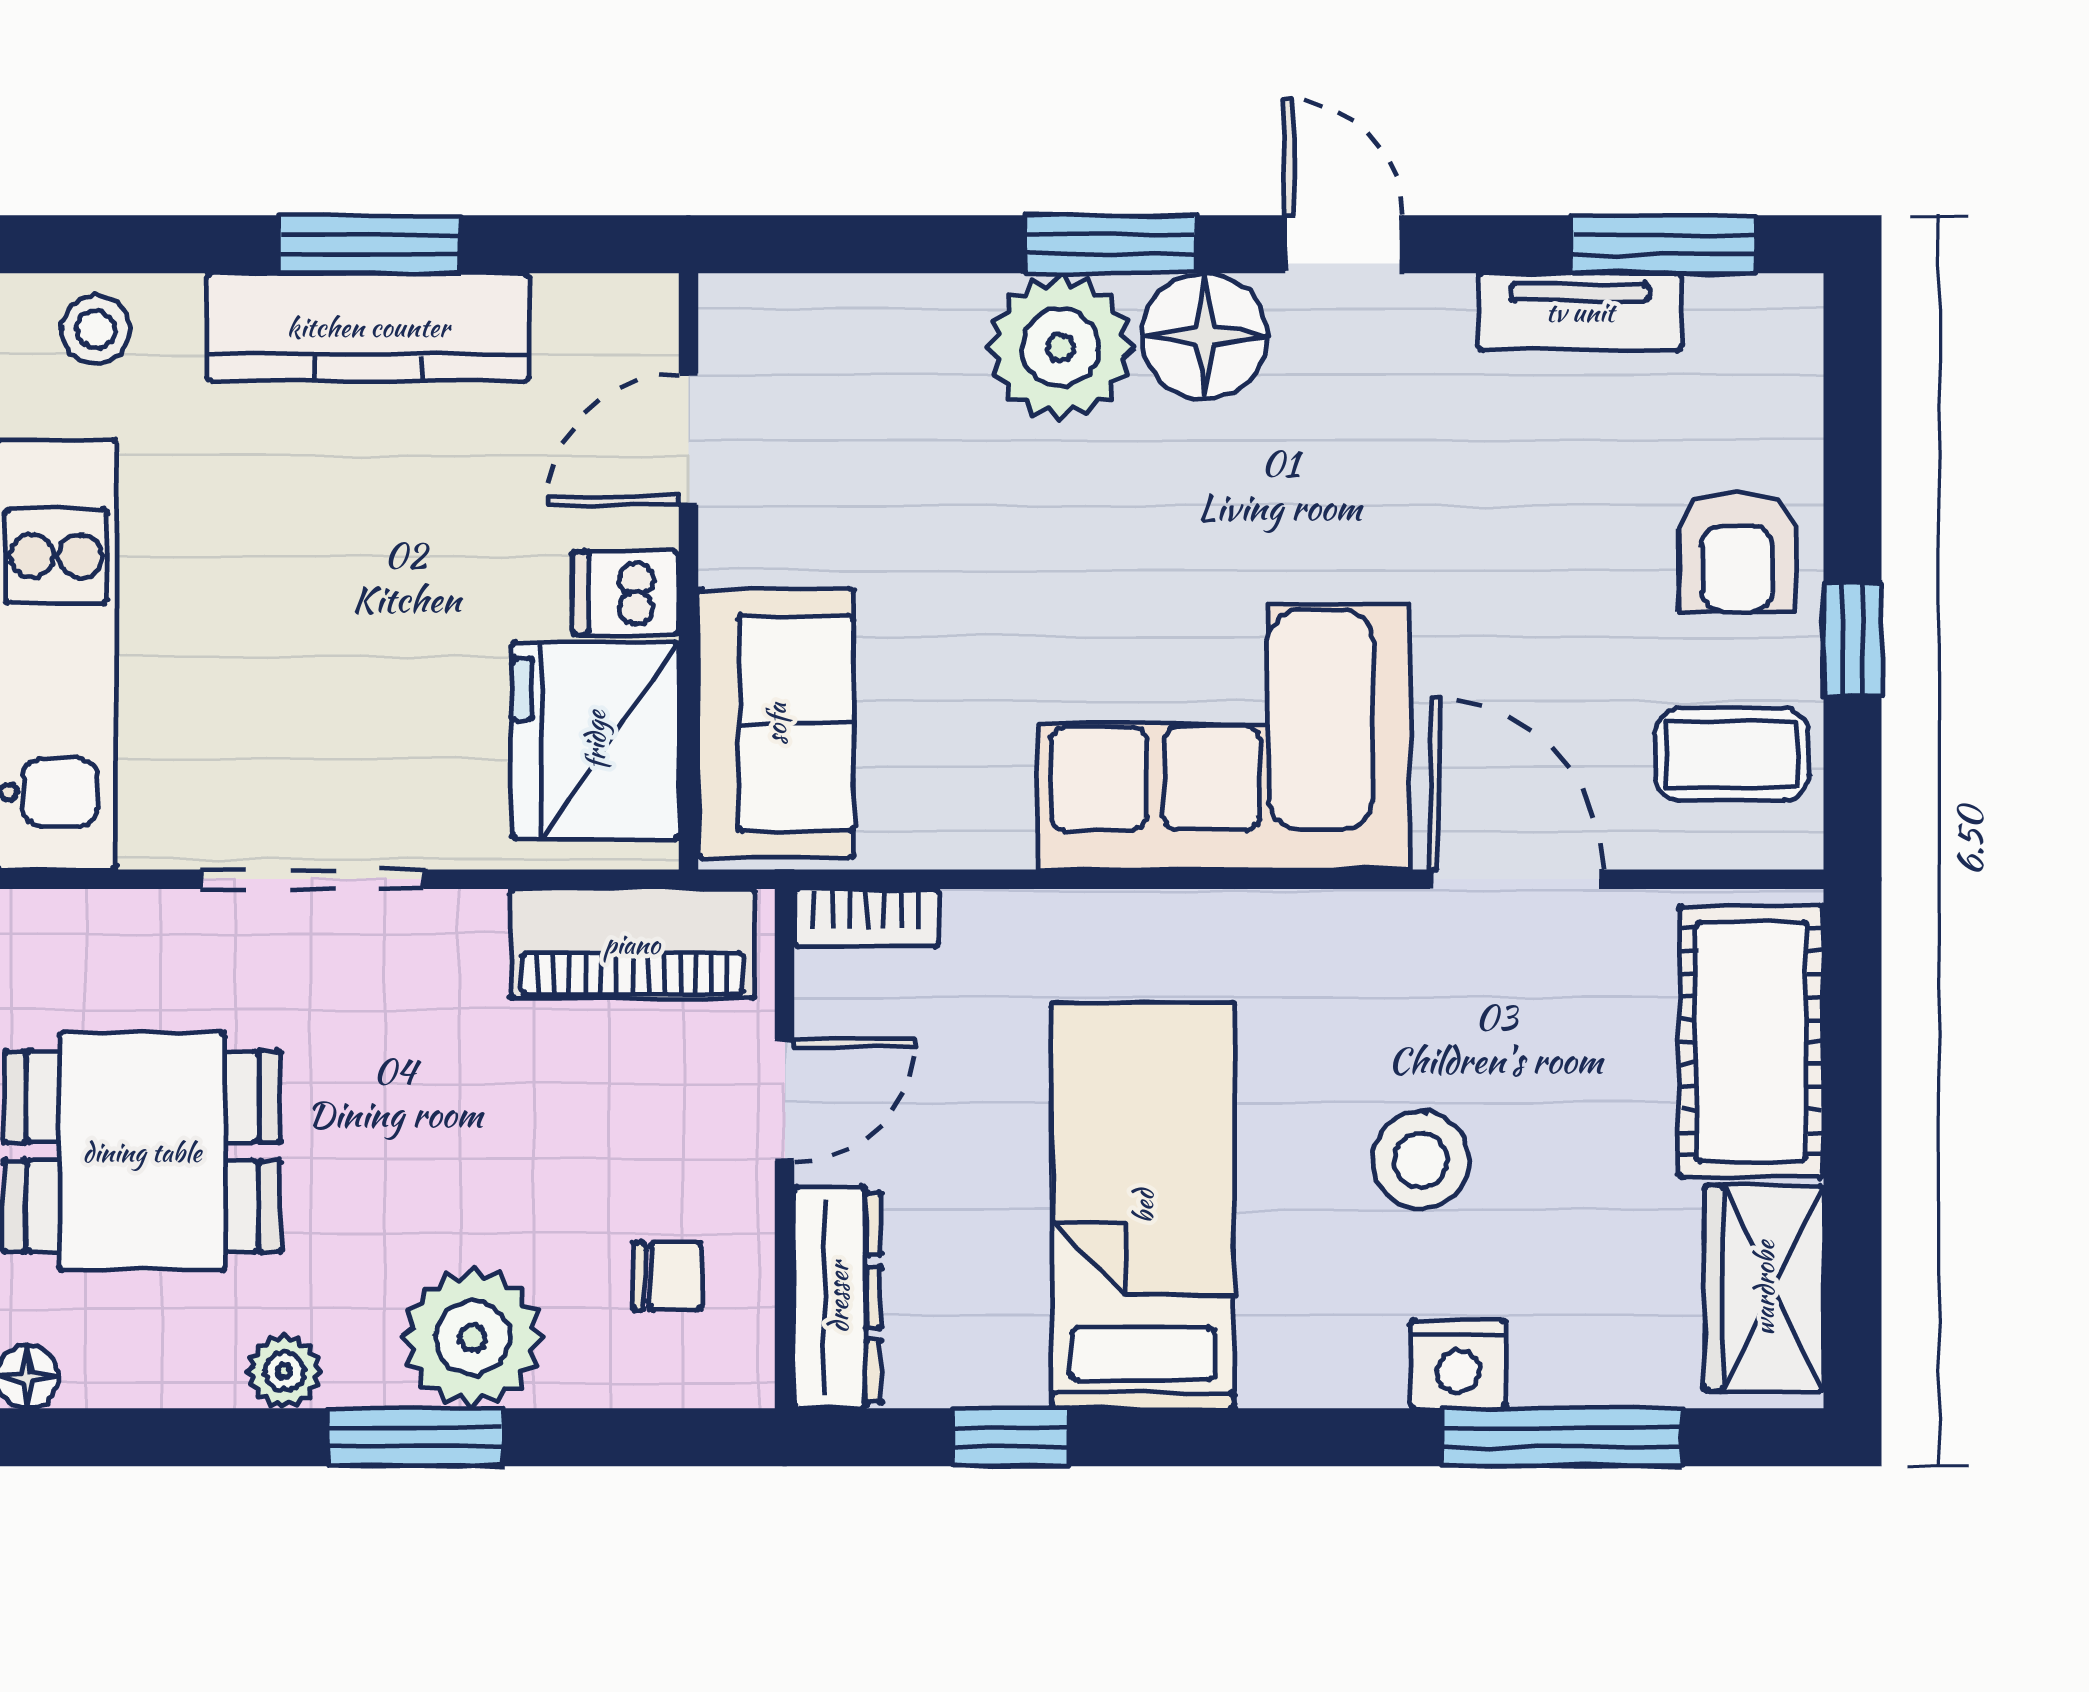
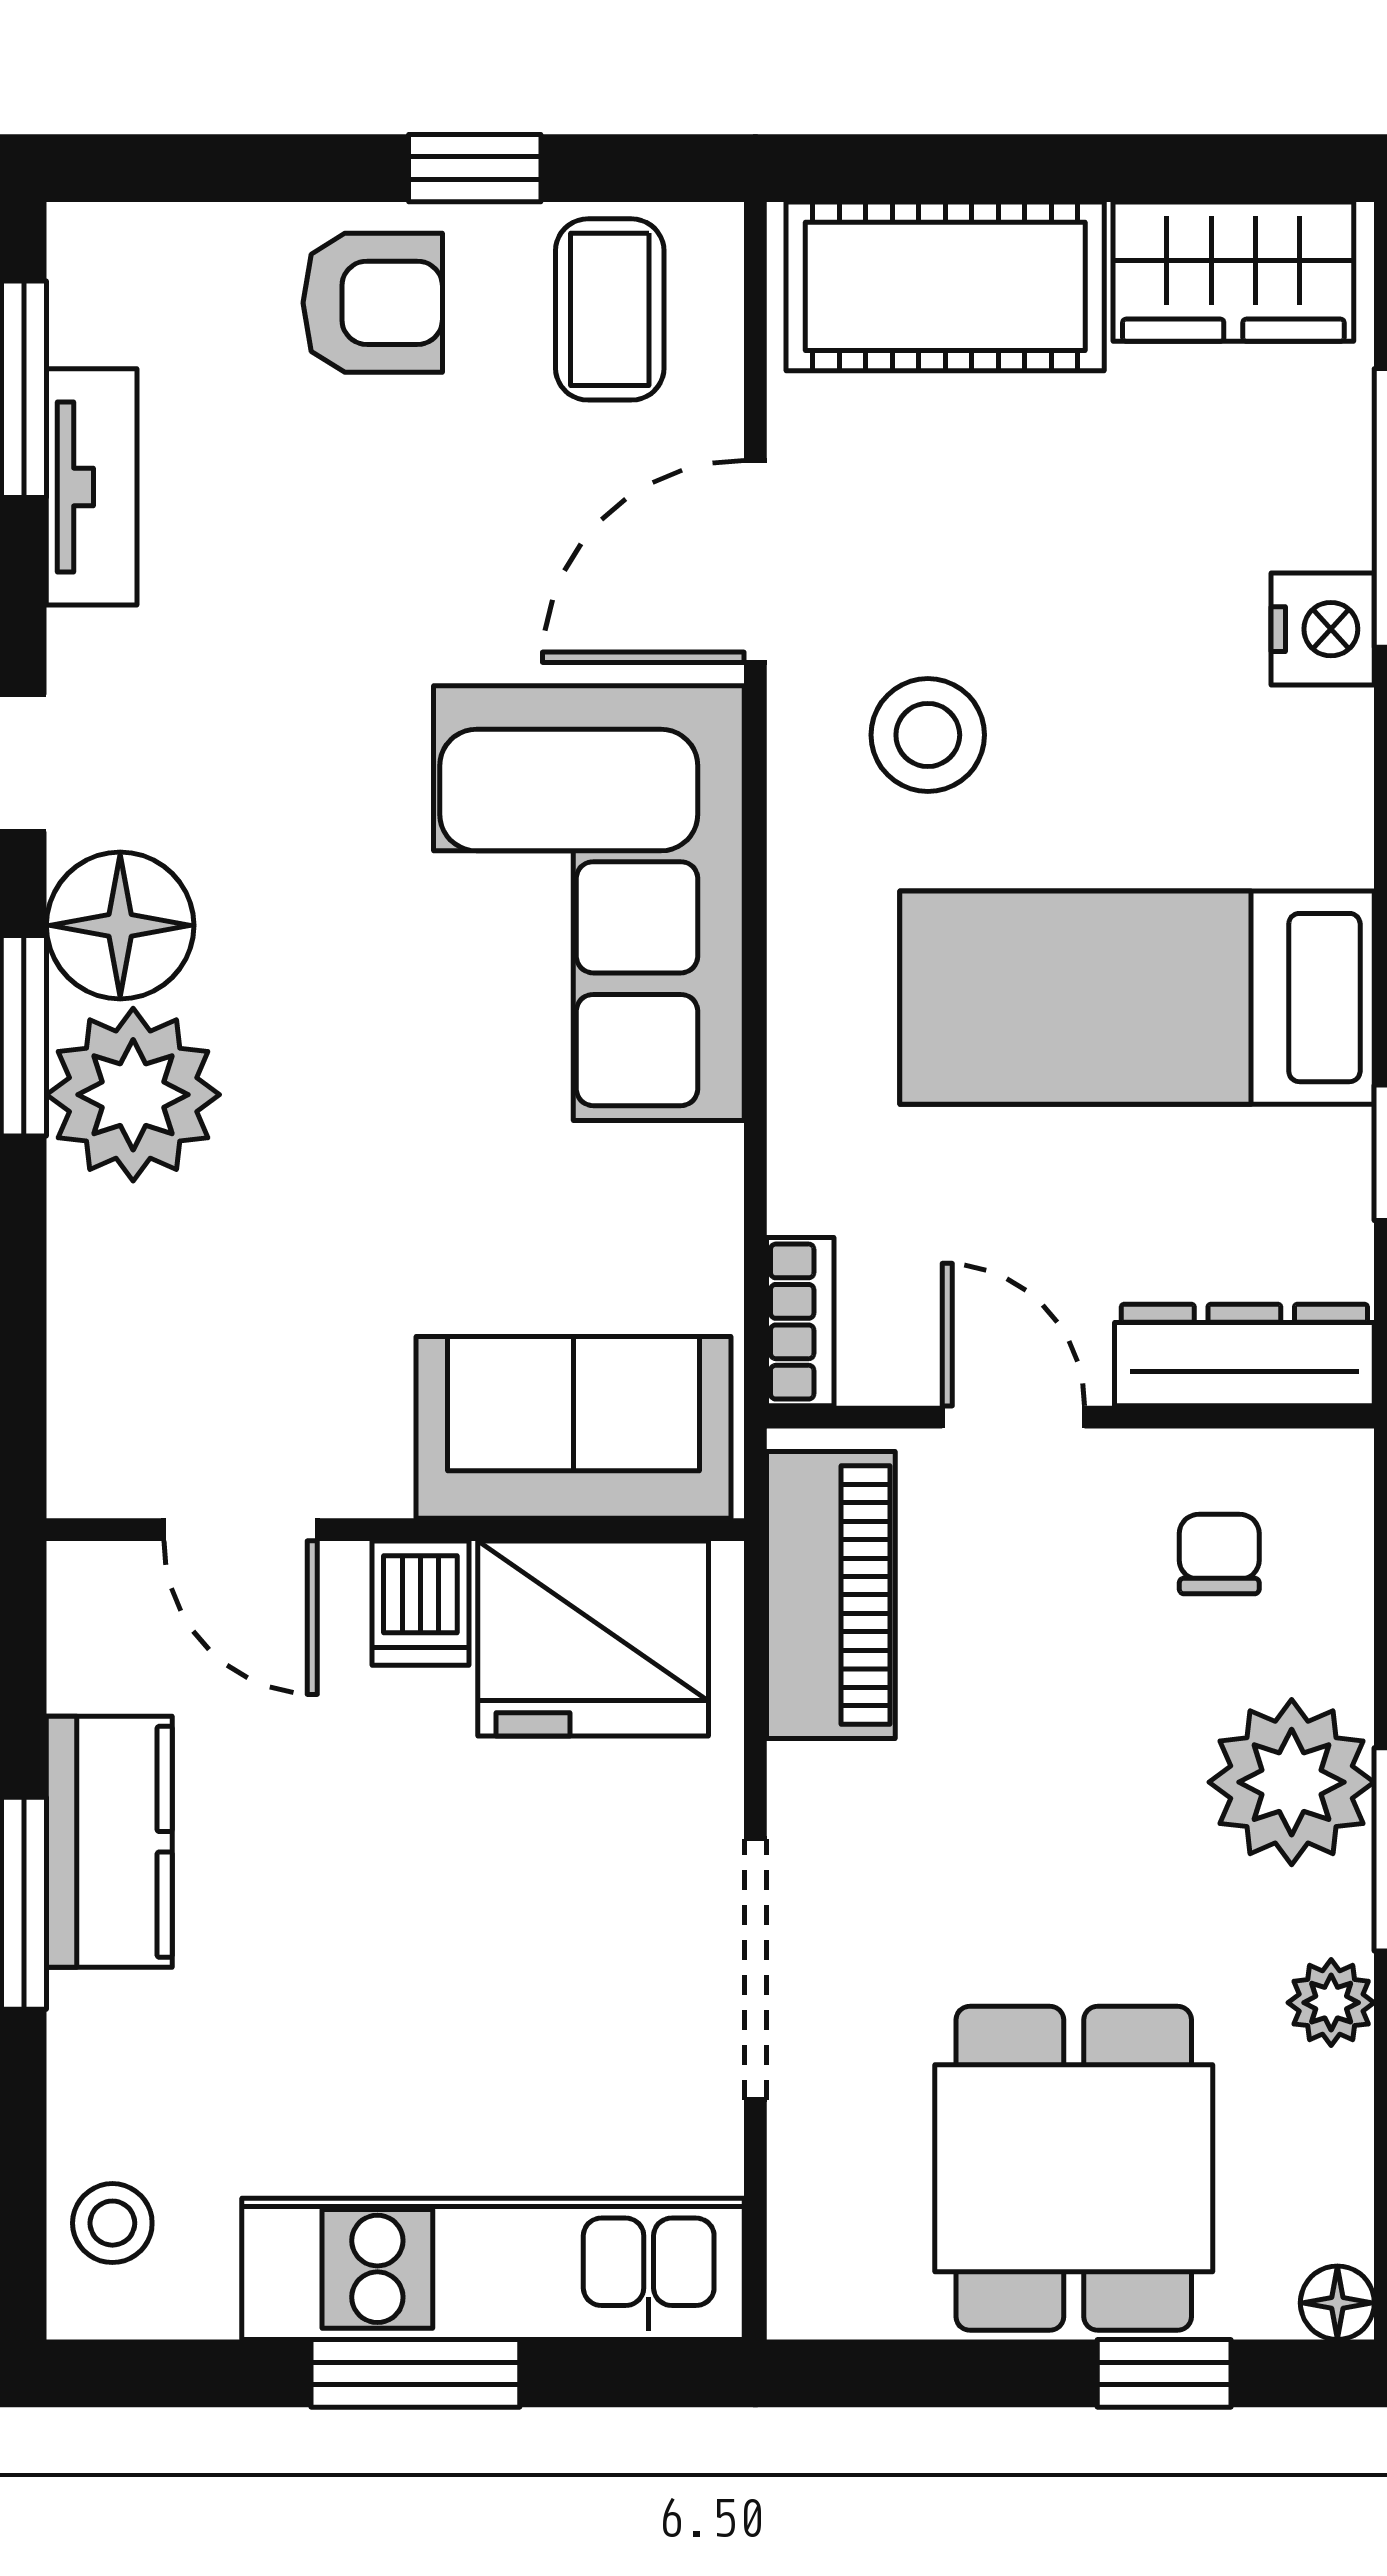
kitchen counter: (368, 327) -> (109, 1842), width x0.67
stool: (1421, 1160) -> (928, 735), moved

